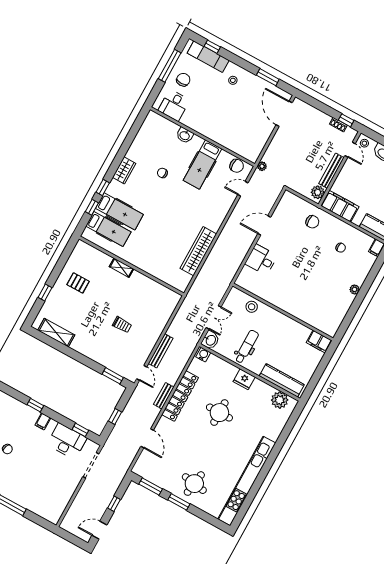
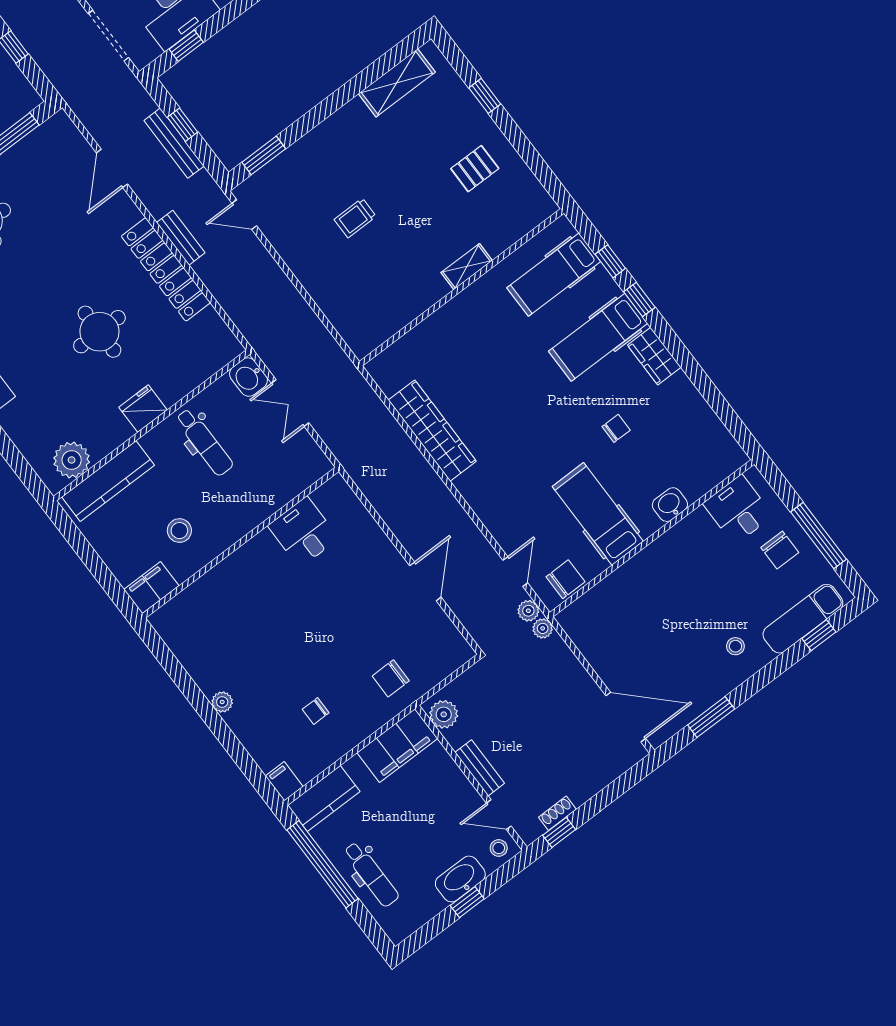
chair: (237, 166) -> (566, 579), turned 180
bench: (331, 171) -> (480, 768), width x0.73
plant: (257, 176) -> (528, 611), added
hospital bed: (119, 211) -> (598, 337), moved
desk: (261, 260) -> (303, 532), moved, turned -90
stool: (252, 307) -> (179, 531), moved
bench: (161, 351) -> (174, 143), moved
water cooler: (203, 355) -> (226, 350), removed
door: (147, 438) -> (112, 168), hinge flipped

